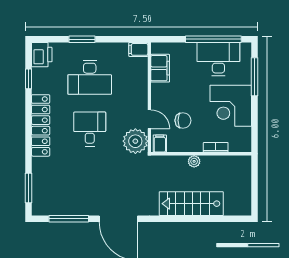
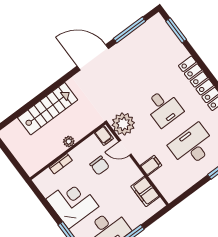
filing cabinet: (138, 49) -> (151, 165), moved
chair: (183, 120) -> (100, 165), turned -90

